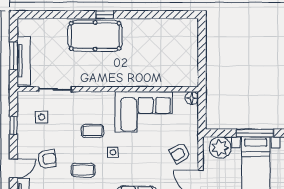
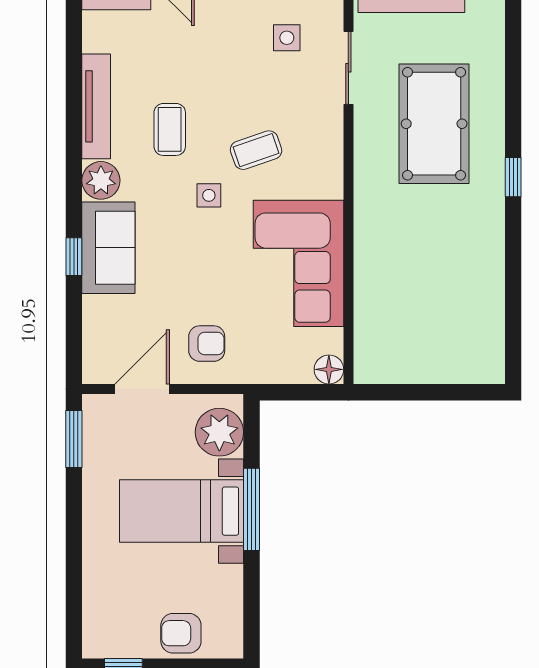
pool table: (95, 36) -> (434, 124), moved
coffee table: (92, 131) -> (256, 150), turned 71
armchair: (180, 153) -> (207, 344), turned 120
armchair: (47, 159) -> (194, 49), removed

